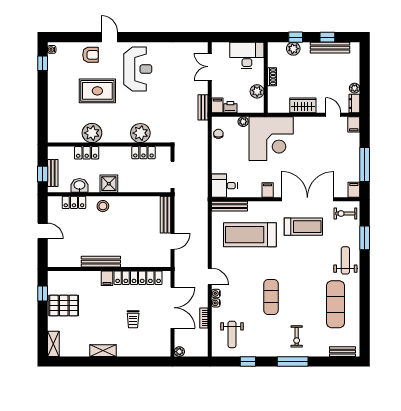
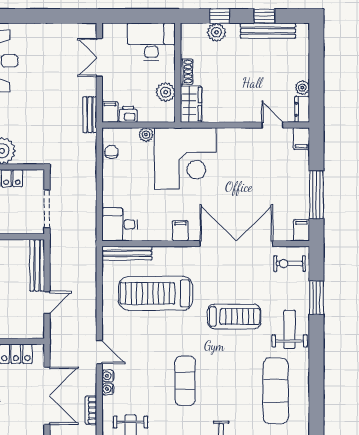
wardrobe: (303, 105) -> (191, 104), moved, turned 90
treadmill: (303, 227) -> (234, 317), moved

